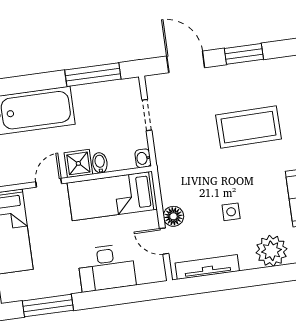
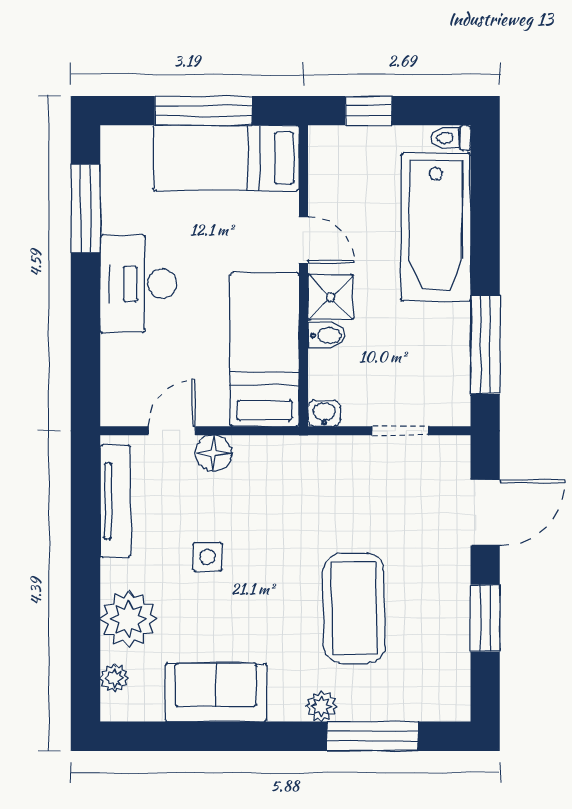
desk: (107, 268) -> (139, 284), moved

